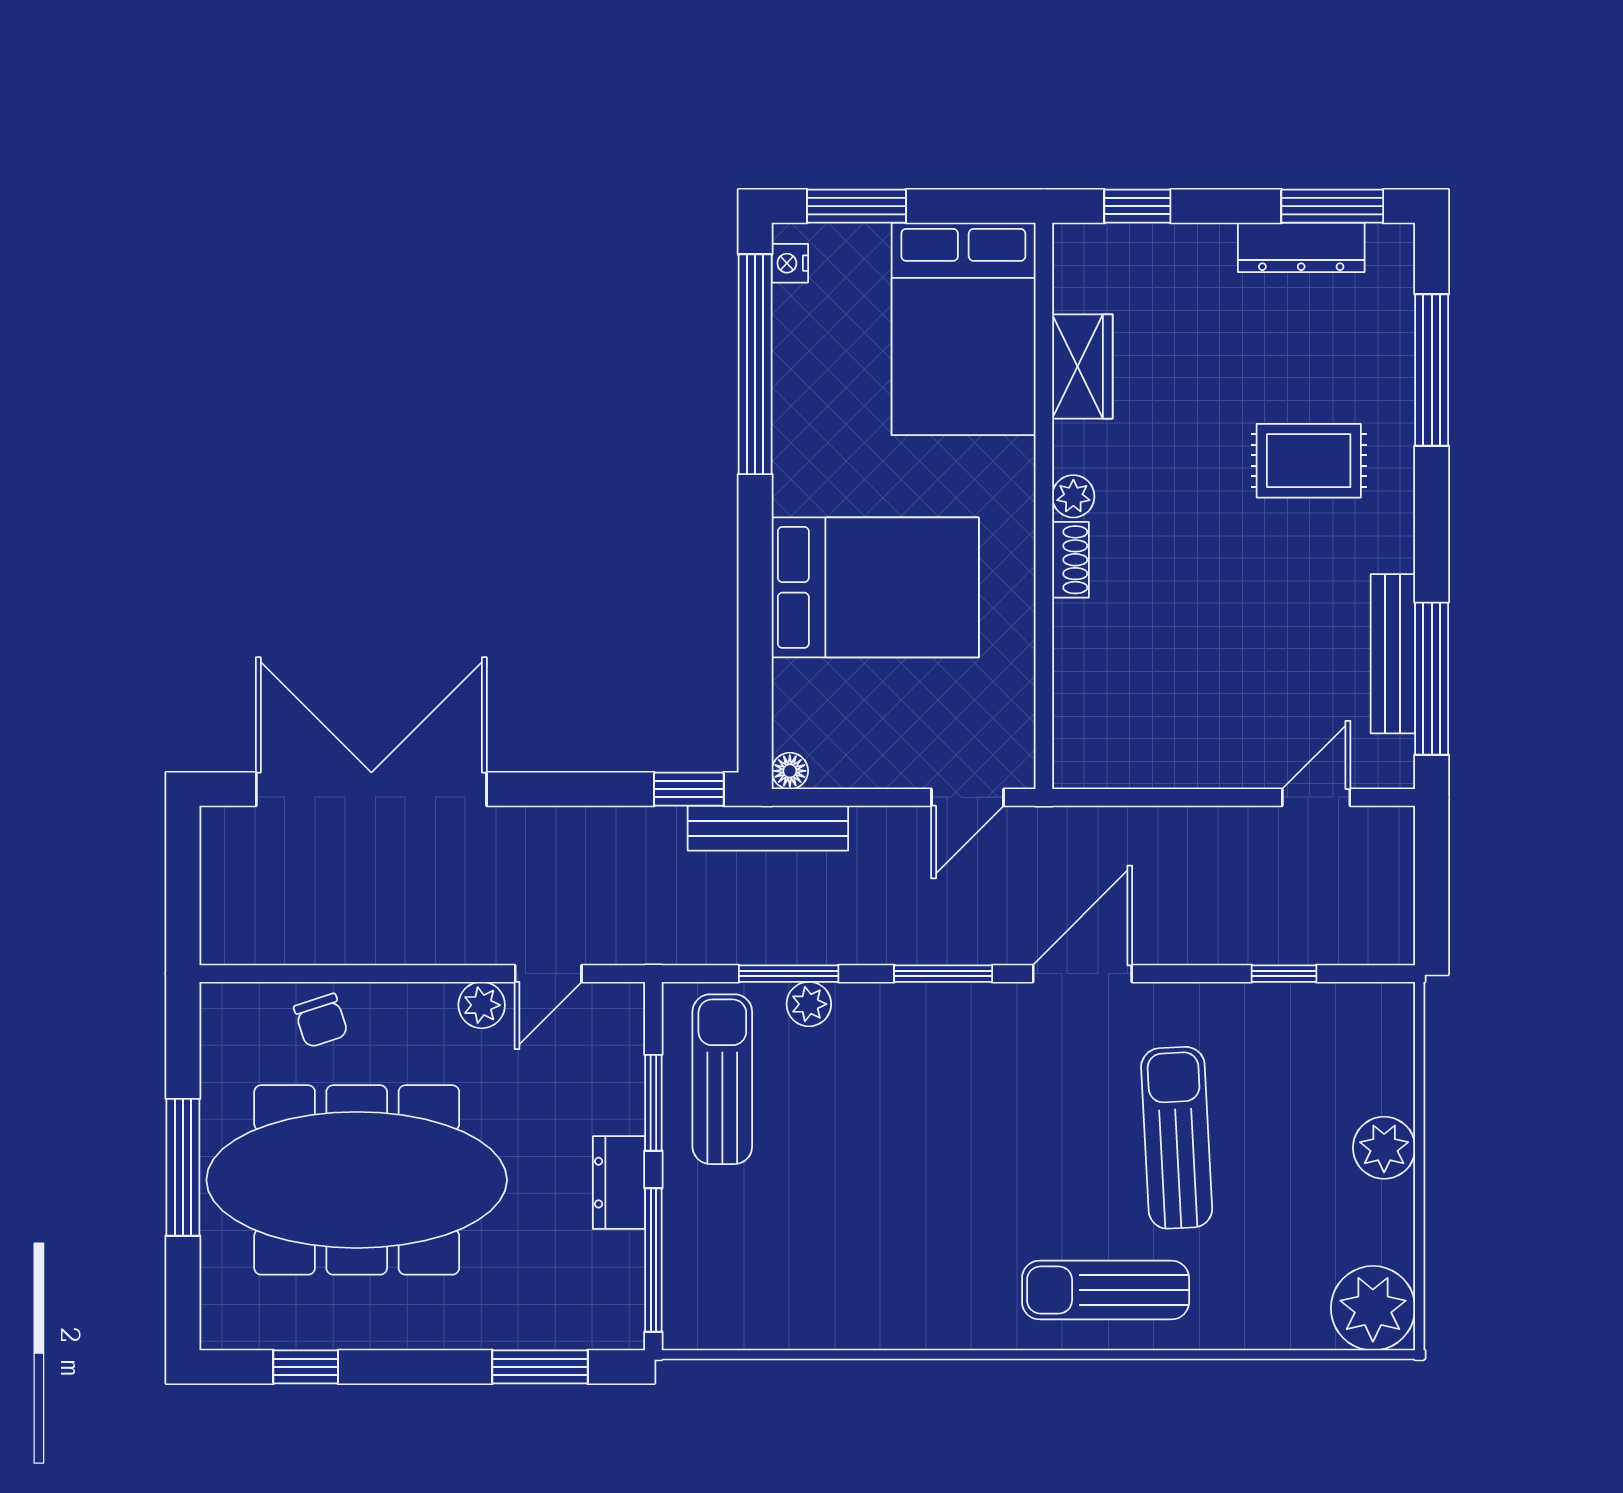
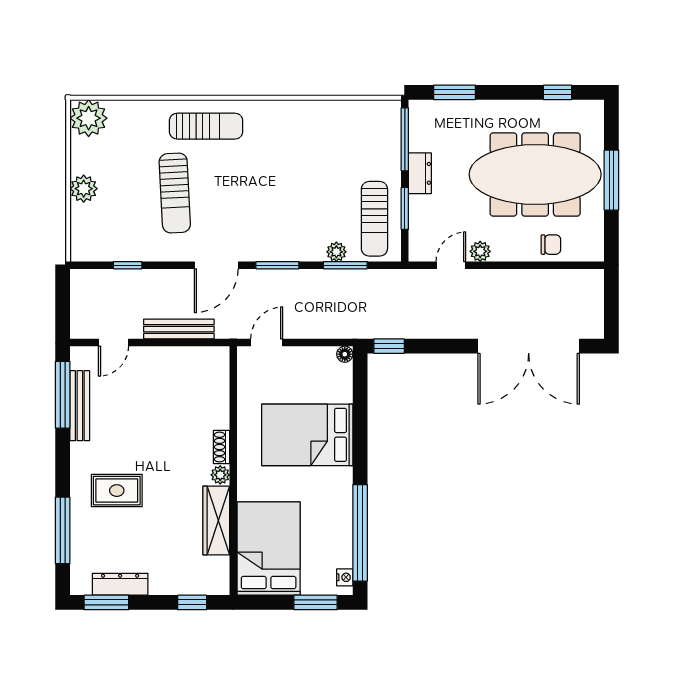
wardrobe: (1082, 366) -> (216, 520), width x1.50
bench: (768, 828) -> (179, 329), moved
chair: (321, 1021) -> (551, 245), turned 108

